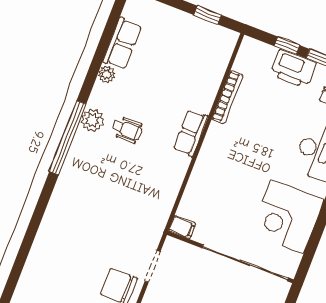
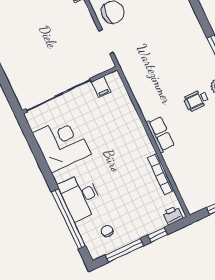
printer: (293, 69) -> (173, 215), moved, width x0.53, depth x0.68
filing cabinet: (182, 227) -> (101, 87), moved, turned -90

